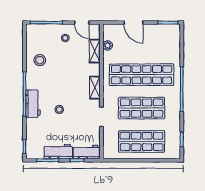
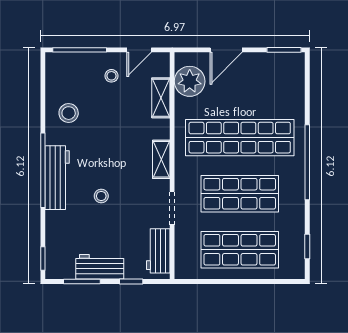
door: (82, 23) -> (139, 50), hinge flipped
door: (133, 23) -> (226, 50), hinge flipped
plant: (108, 45) -> (190, 81), width x1.87, depth x1.87
workbench: (33, 104) -> (57, 178), width x1.38
workbench: (87, 152) -> (158, 251), moved, turned -90

